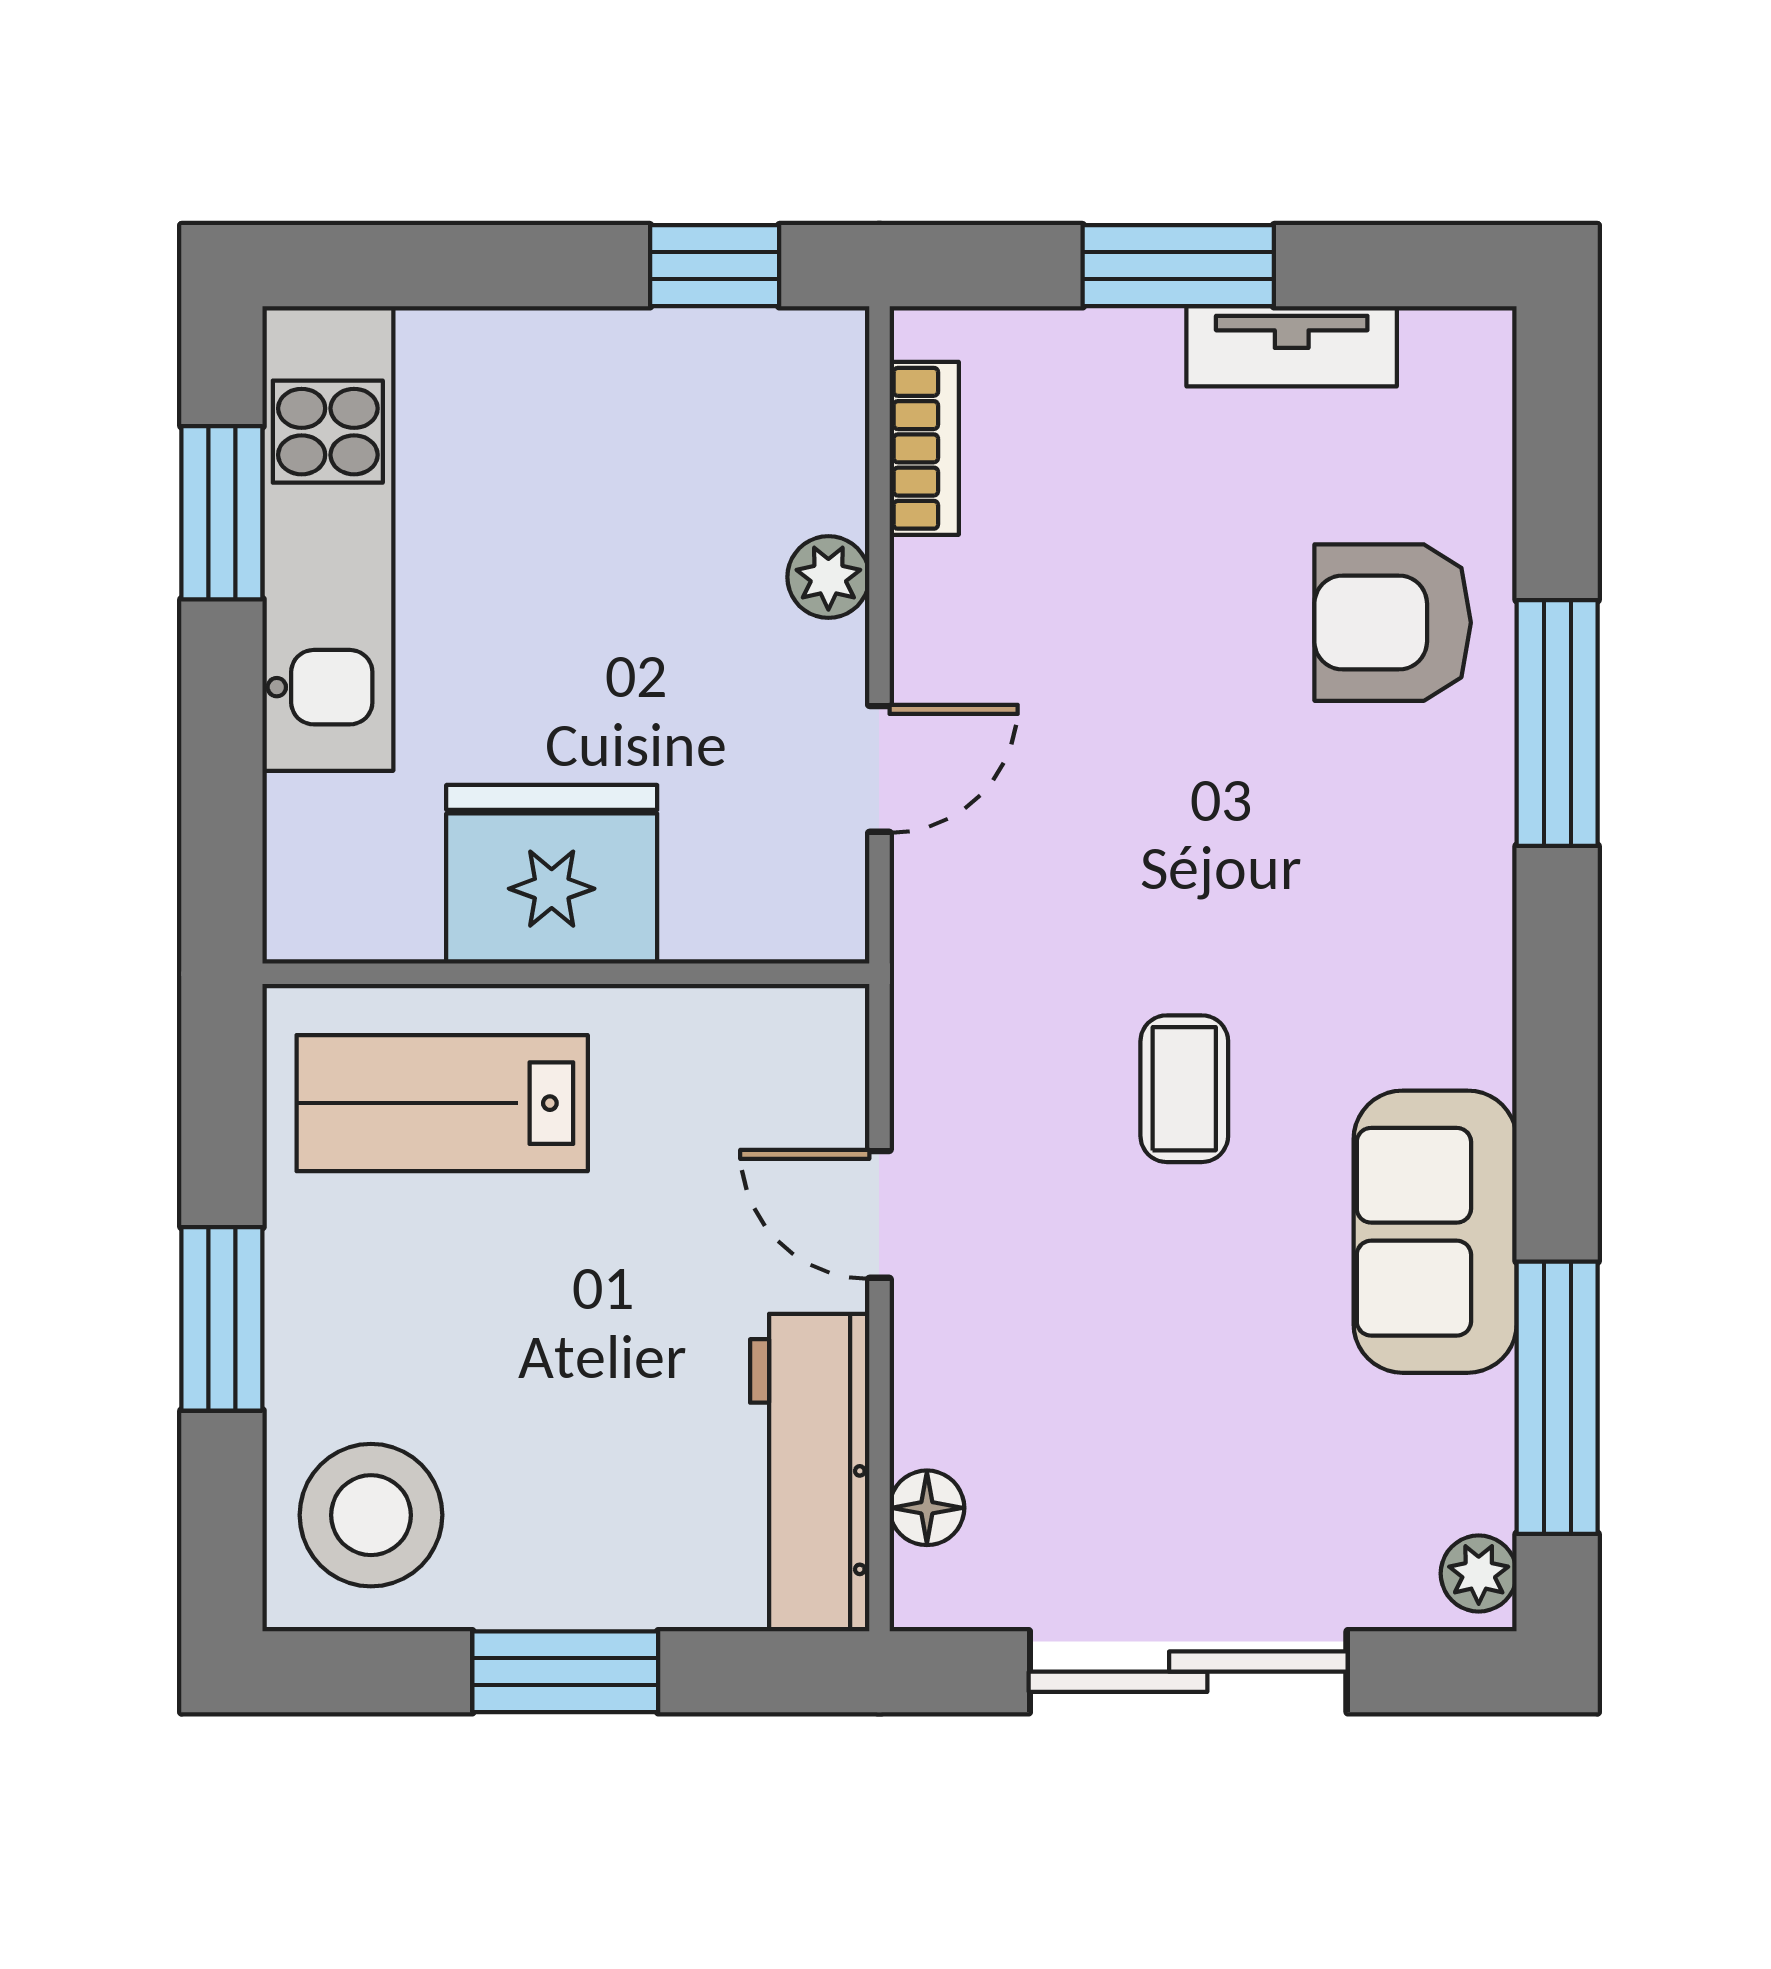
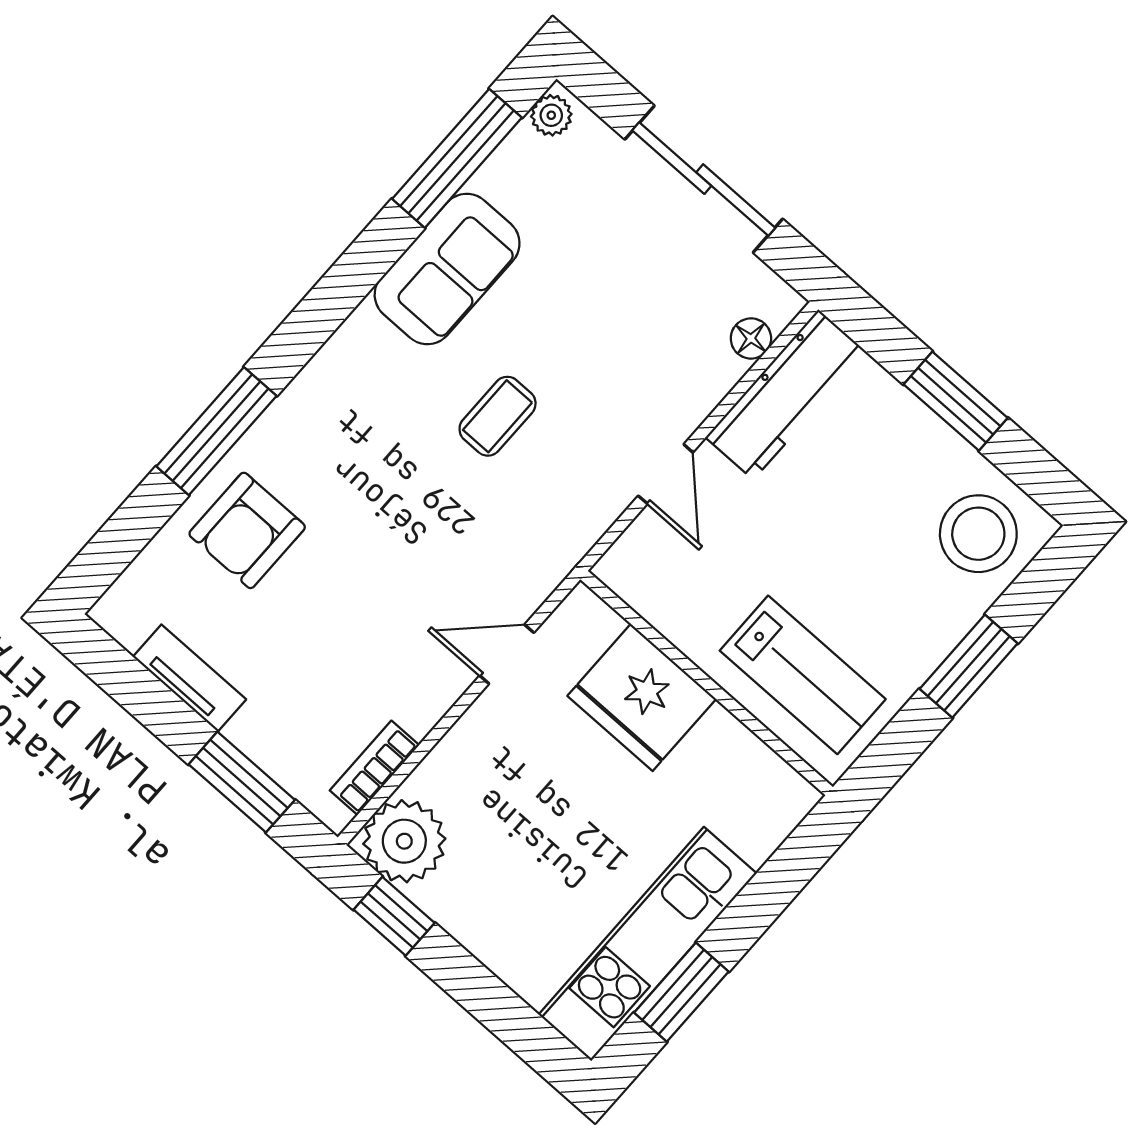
window: (1178, 266) -> (242, 782), moved
plant: (828, 577) -> (404, 841), moved, width x1.87, depth x1.87
armchair: (1393, 623) -> (247, 530), turned 90
fridge: (552, 874) -> (642, 697), moved

